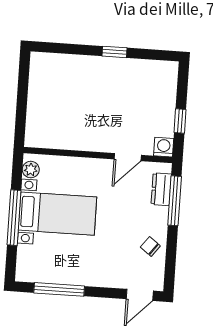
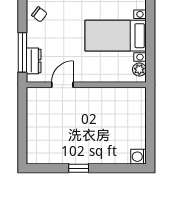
window: (180, 121) -> (22, 117), removed
washing machine: (164, 147) -> (139, 157), moved, turned 90
window: (14, 218) -> (150, 30), removed

